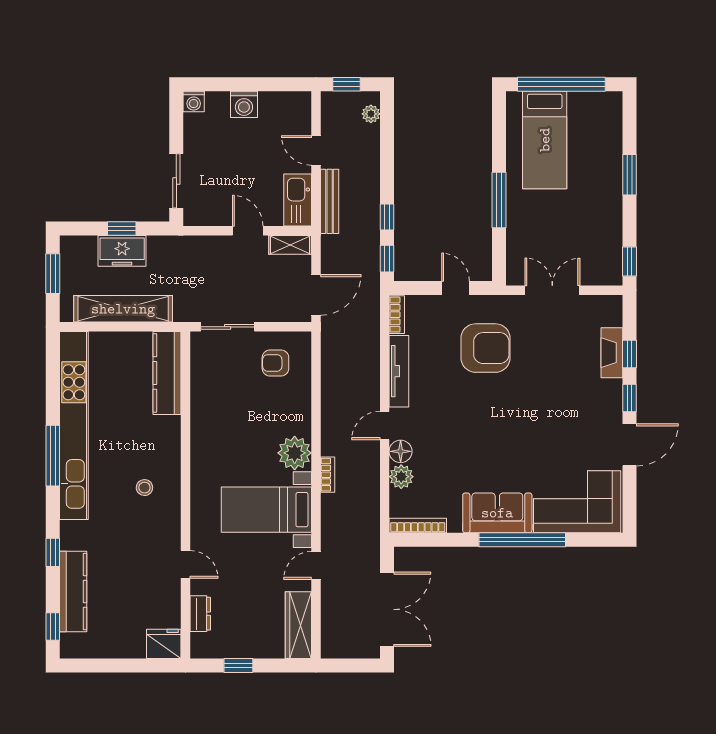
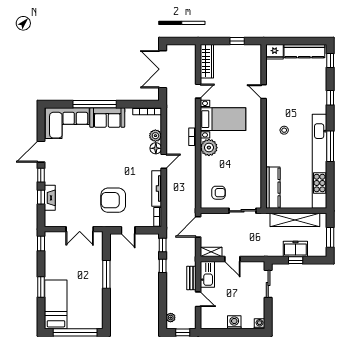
bed: (545, 140) -> (56, 304), moved
bench: (330, 201) -> (191, 278), width x0.73
kitchen counter: (73, 591) -> (304, 51), moved, turned -90
dresser: (200, 614) -> (256, 67), removed

